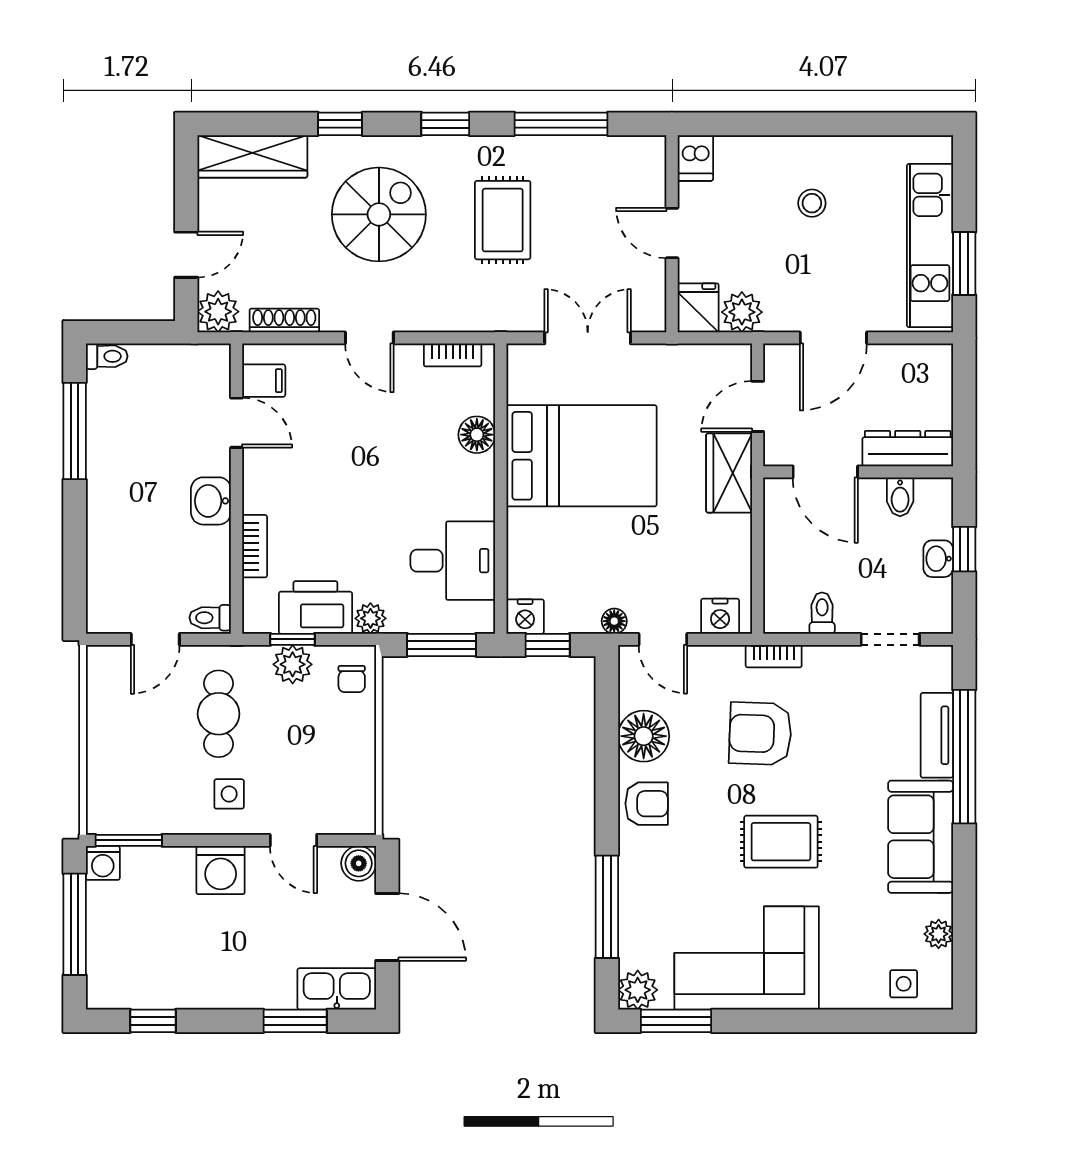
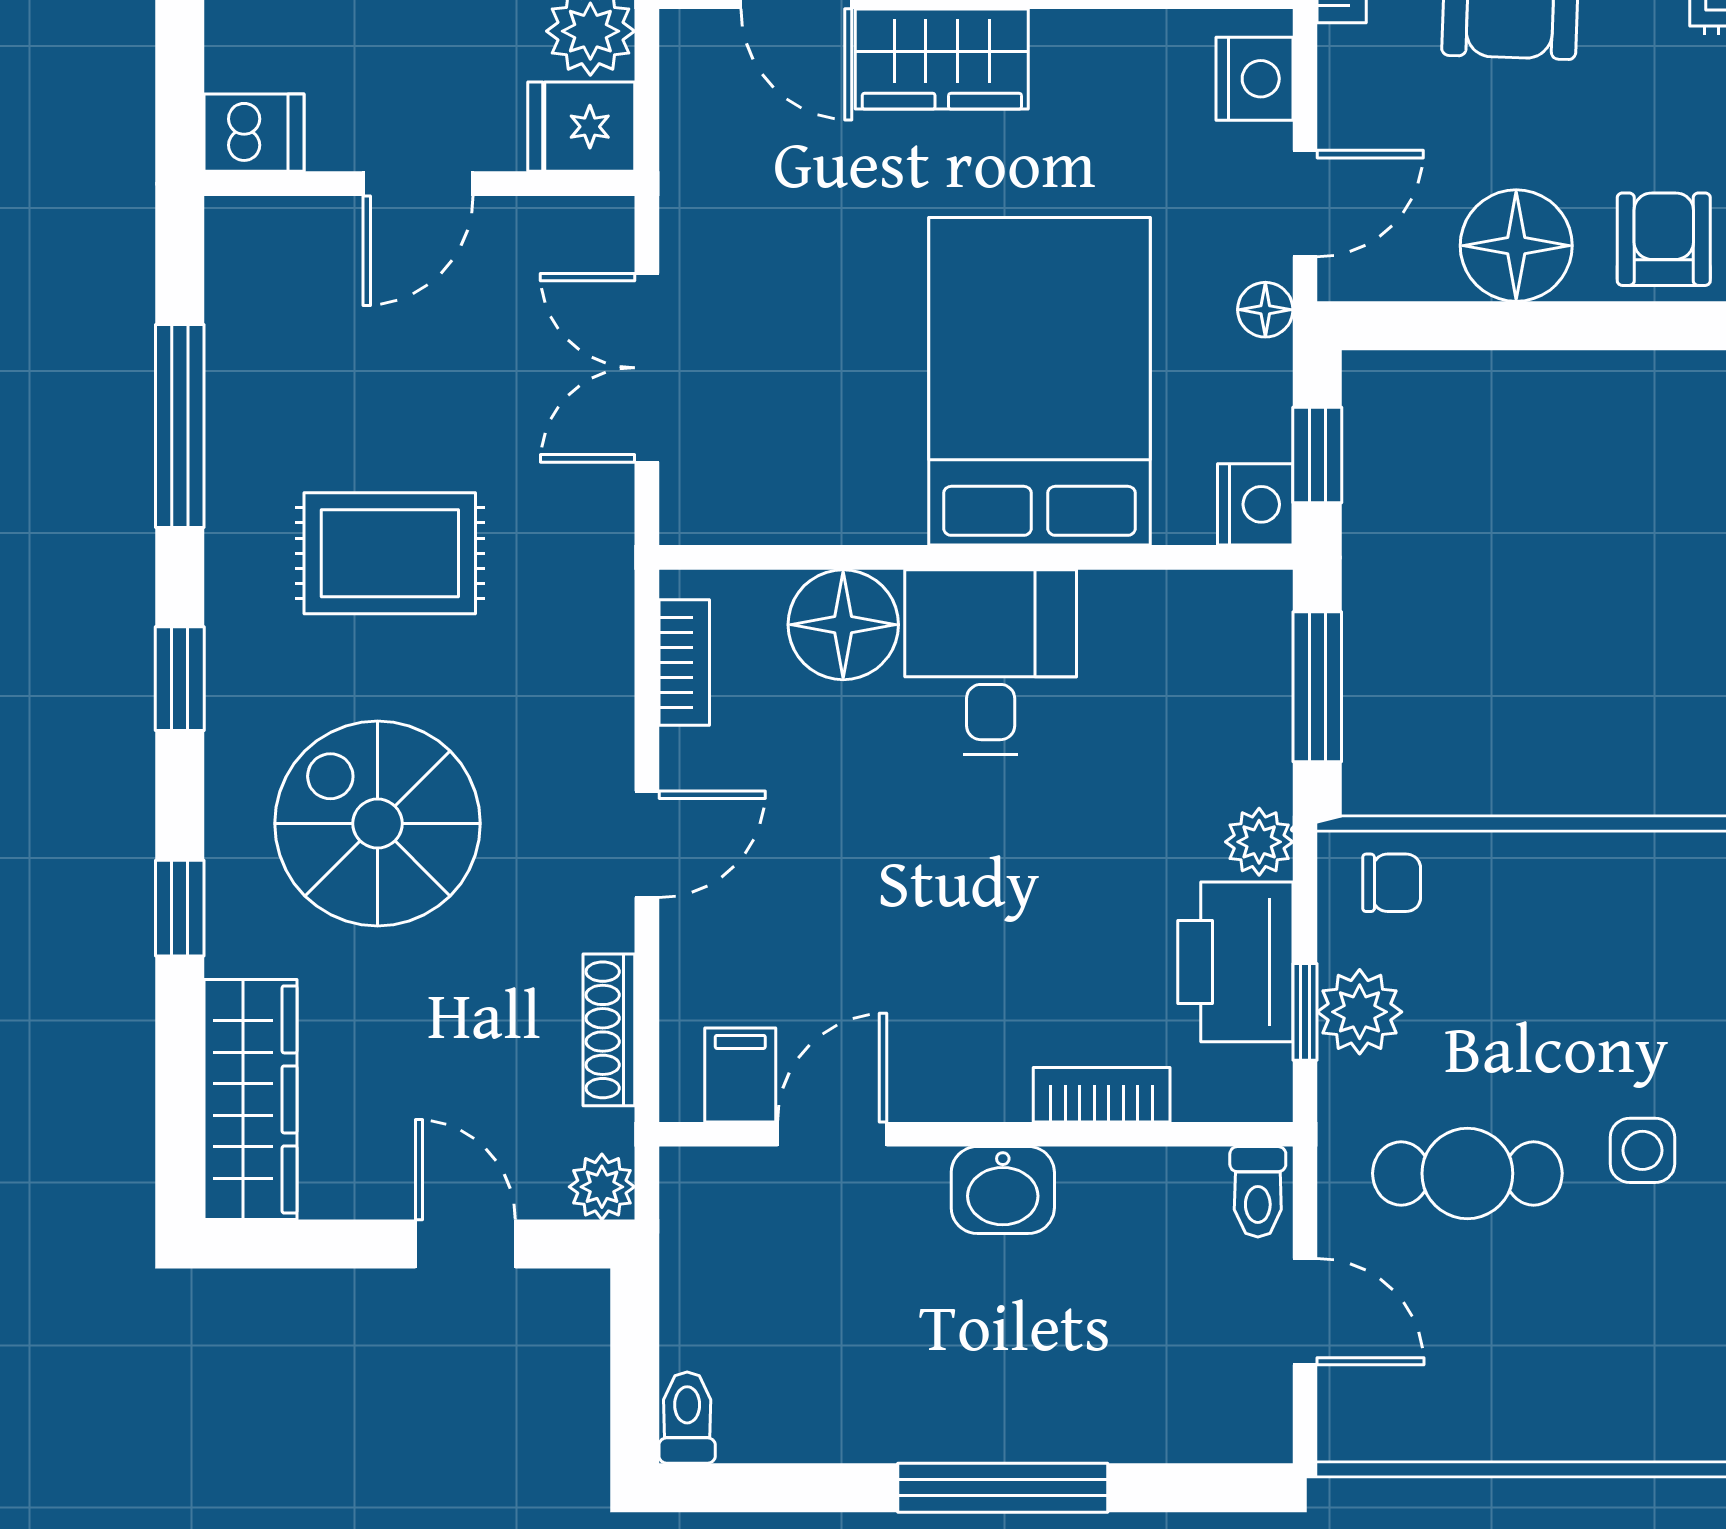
plant: (218, 312) -> (602, 1187), width x0.73, depth x0.73
window: (75, 431) -> (1003, 1488), moved
floor lamp: (477, 435) -> (843, 625), width x1.38, depth x1.38
bed: (581, 456) -> (1040, 381), moved
desk: (453, 561) -> (991, 662), moved

